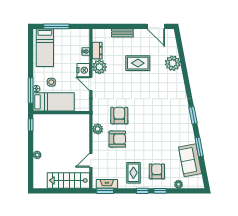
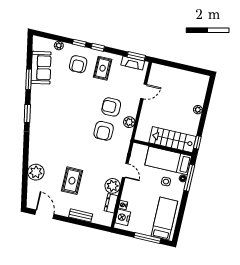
rug: (138, 63) -> (72, 181), turned 90
nightstand: (83, 70) -> (123, 217), moved
stairs: (68, 180) -> (173, 140), moved, turned 180

